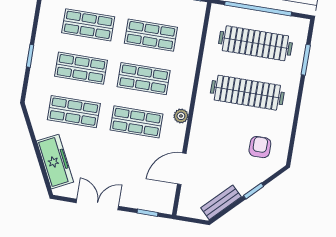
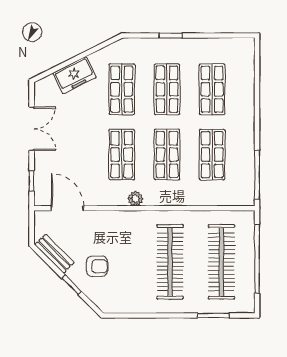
armchair: (260, 147) -> (97, 266), moved
freezer: (55, 162) -> (75, 75), width x0.71
door: (182, 169) -> (67, 208), moved

